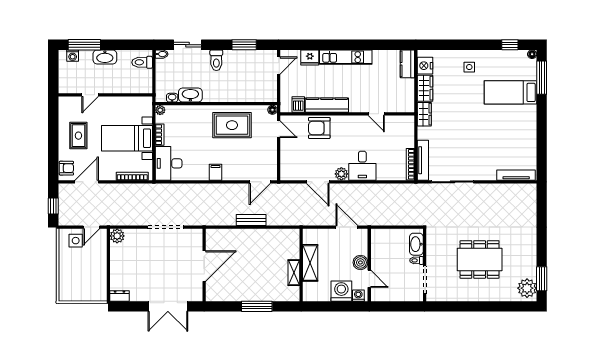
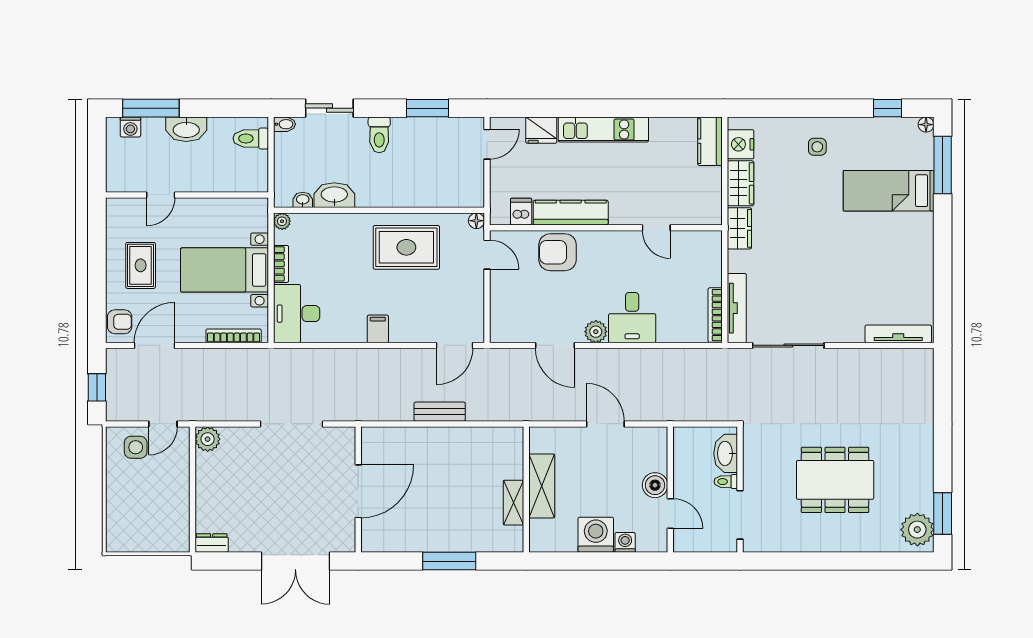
boiler: (360, 262) -> (655, 485), moved
wall: (369, 265) -> (670, 489), moved
door: (369, 279) -> (670, 513), moved

